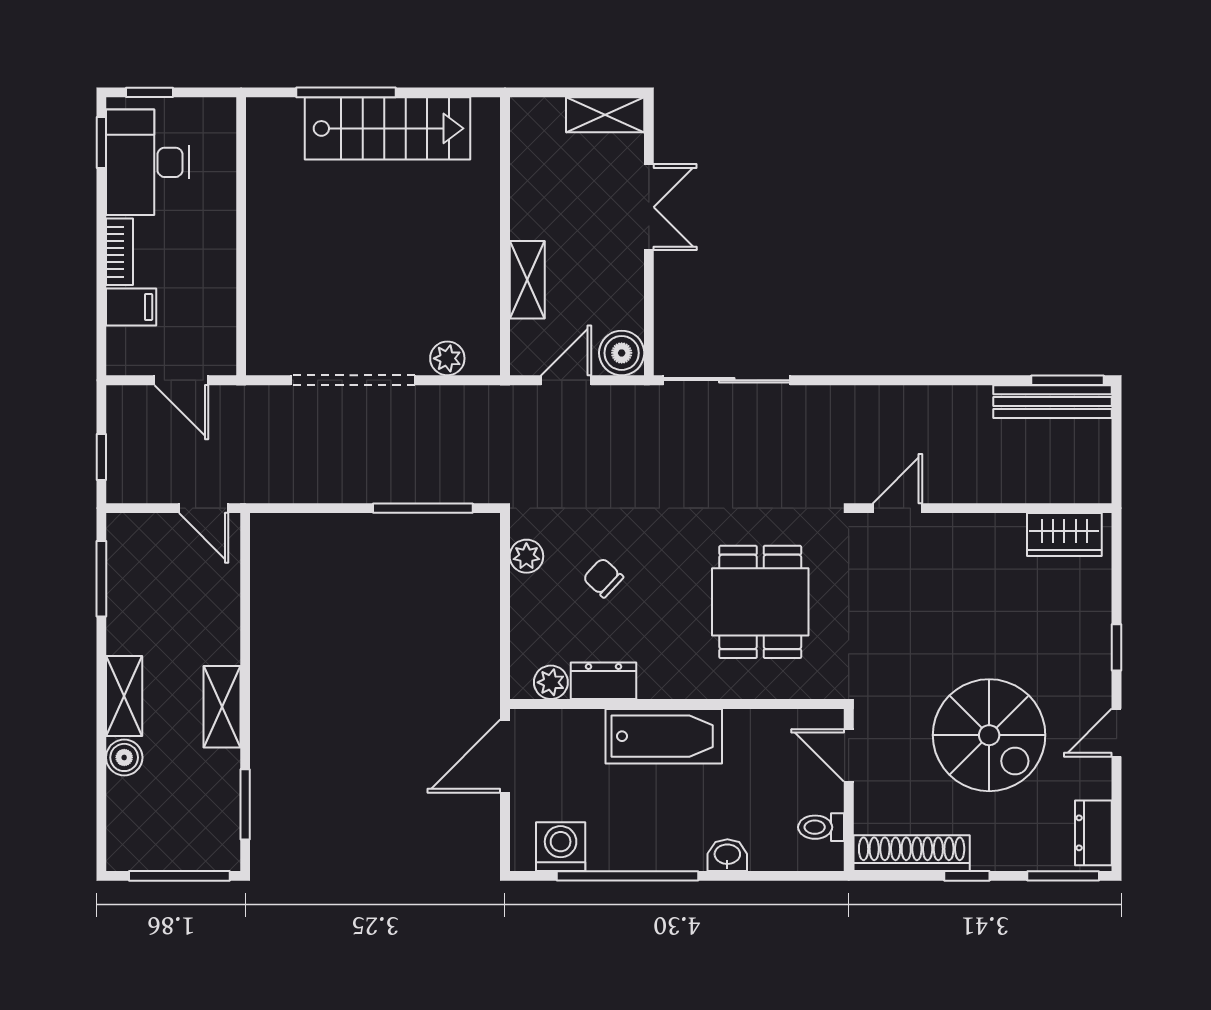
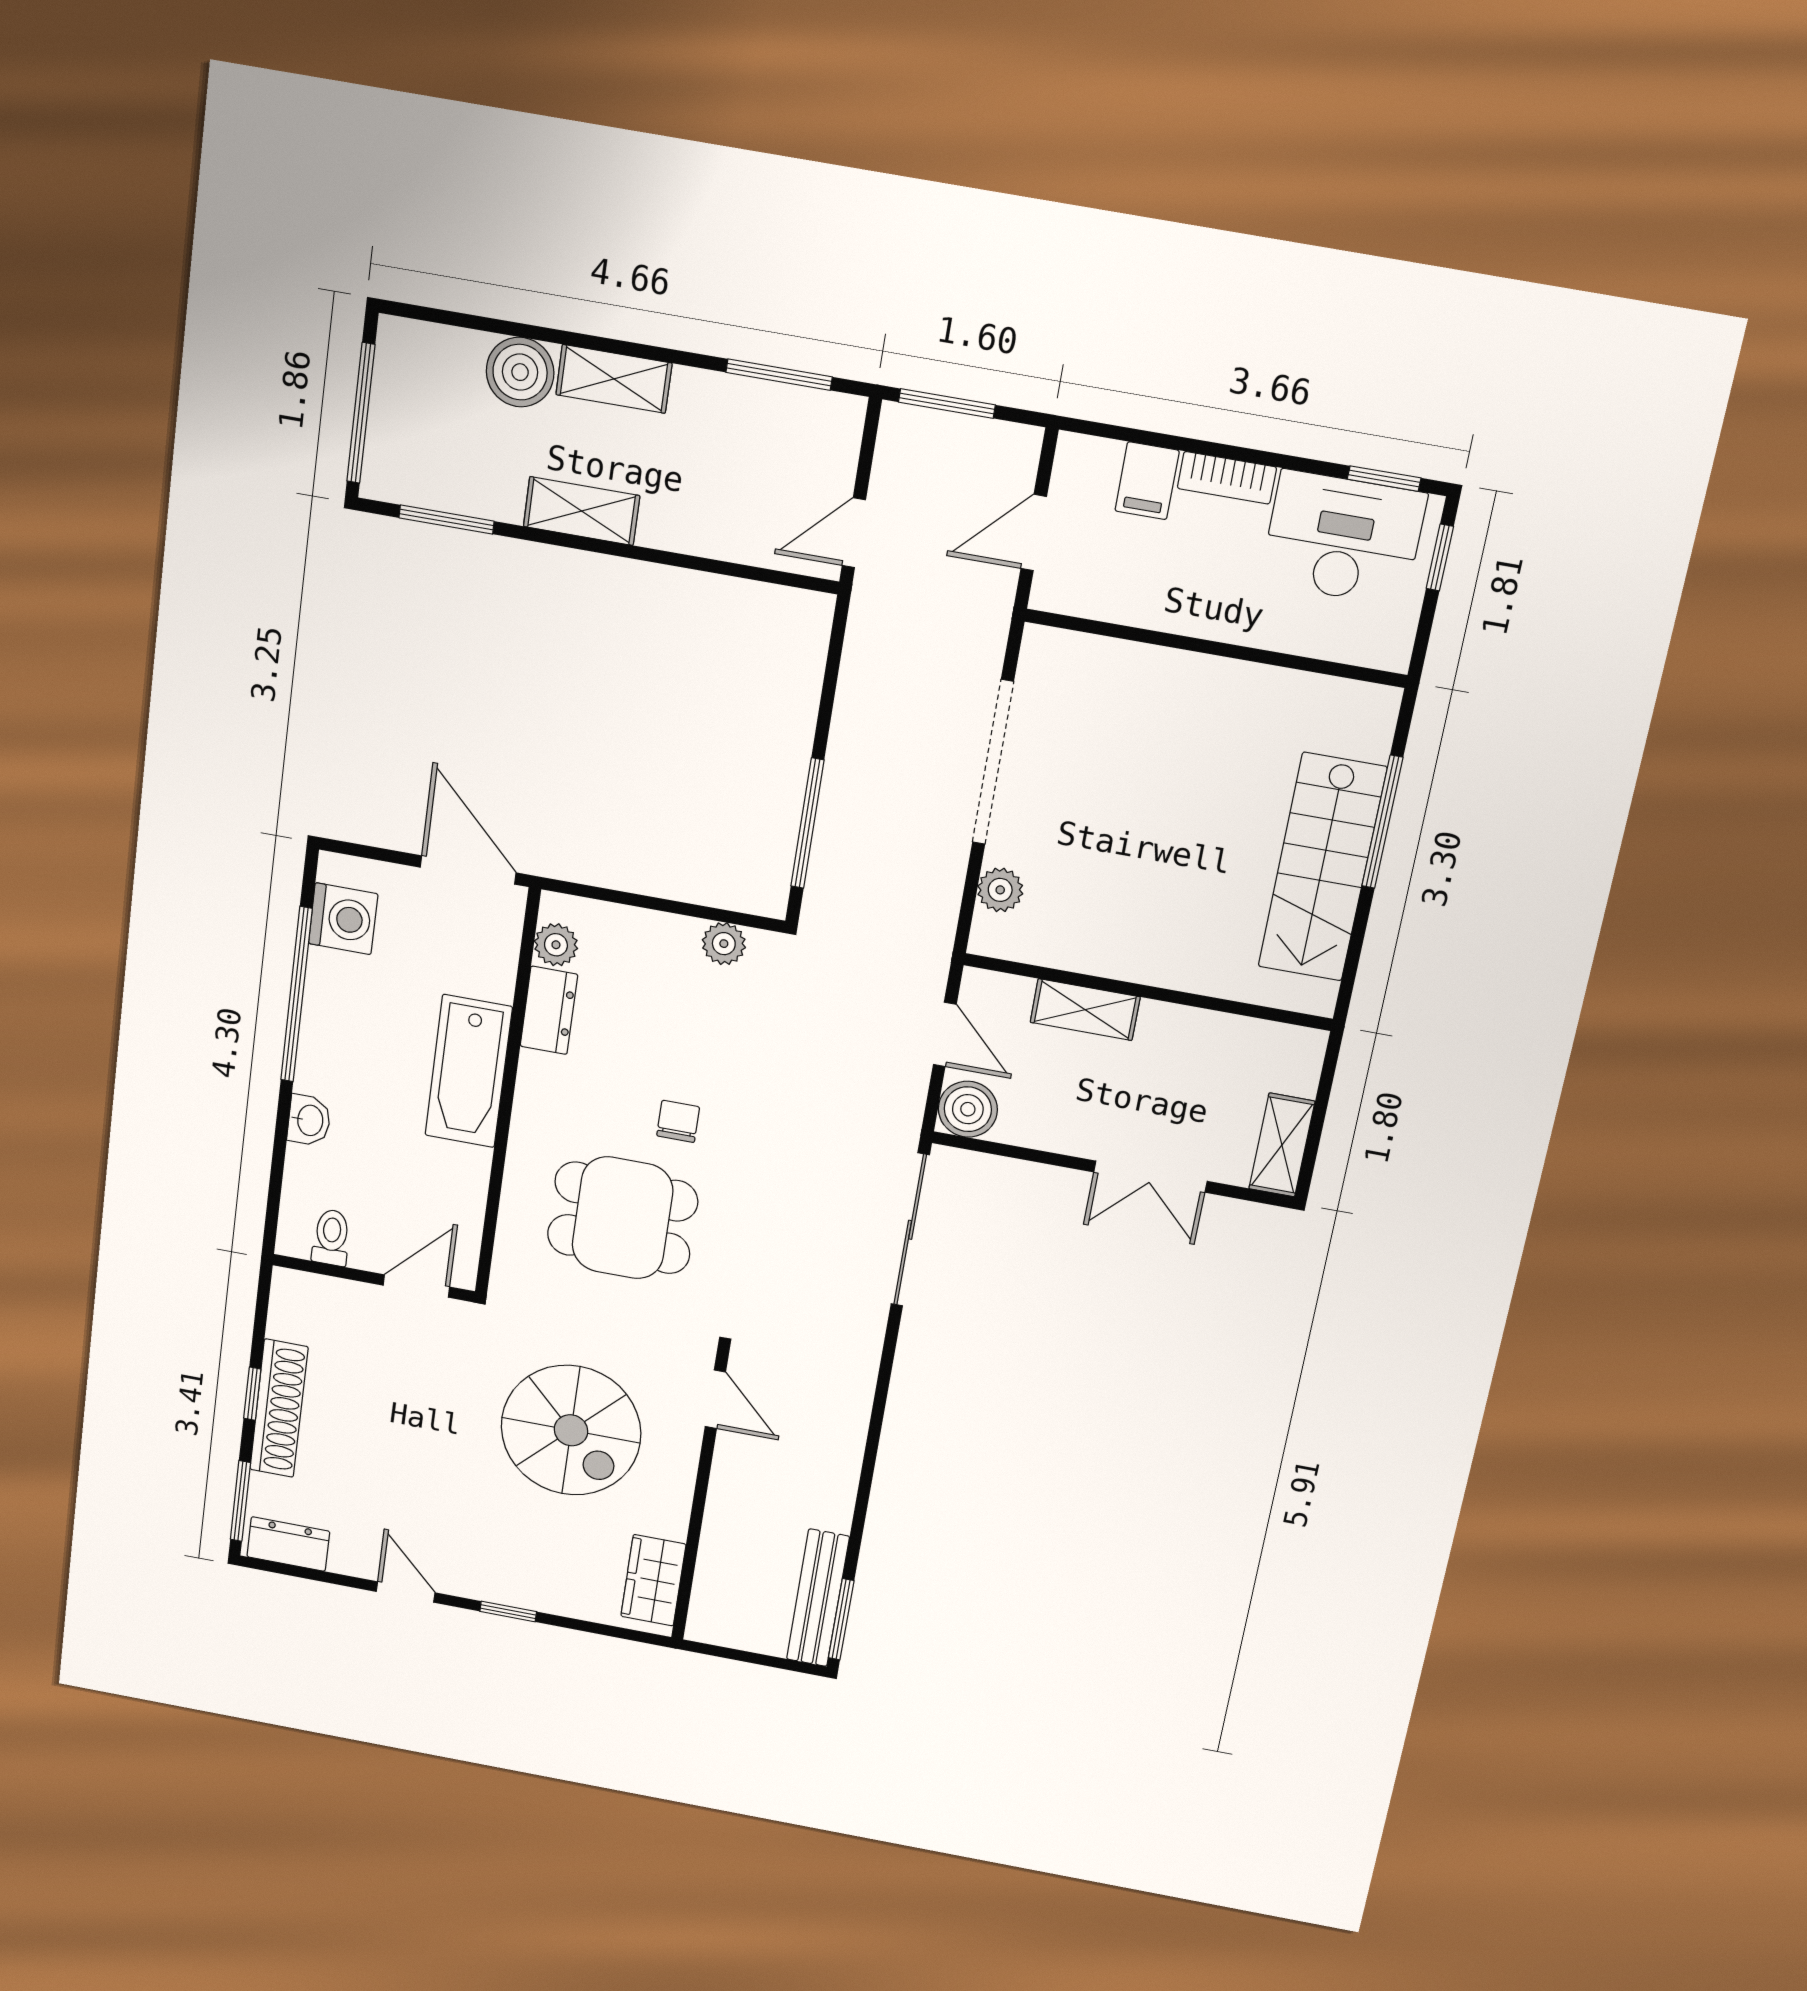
window: (101, 457) -> (947, 403), width x1.50
chair: (603, 578) -> (678, 1121), moved, turned -43
spiral stairs: (989, 735) -> (571, 1430), moved, turned -90
boiler: (124, 757) -> (520, 372), width x1.36, depth x1.36
shoe rack: (912, 853) -> (279, 1408), moved

